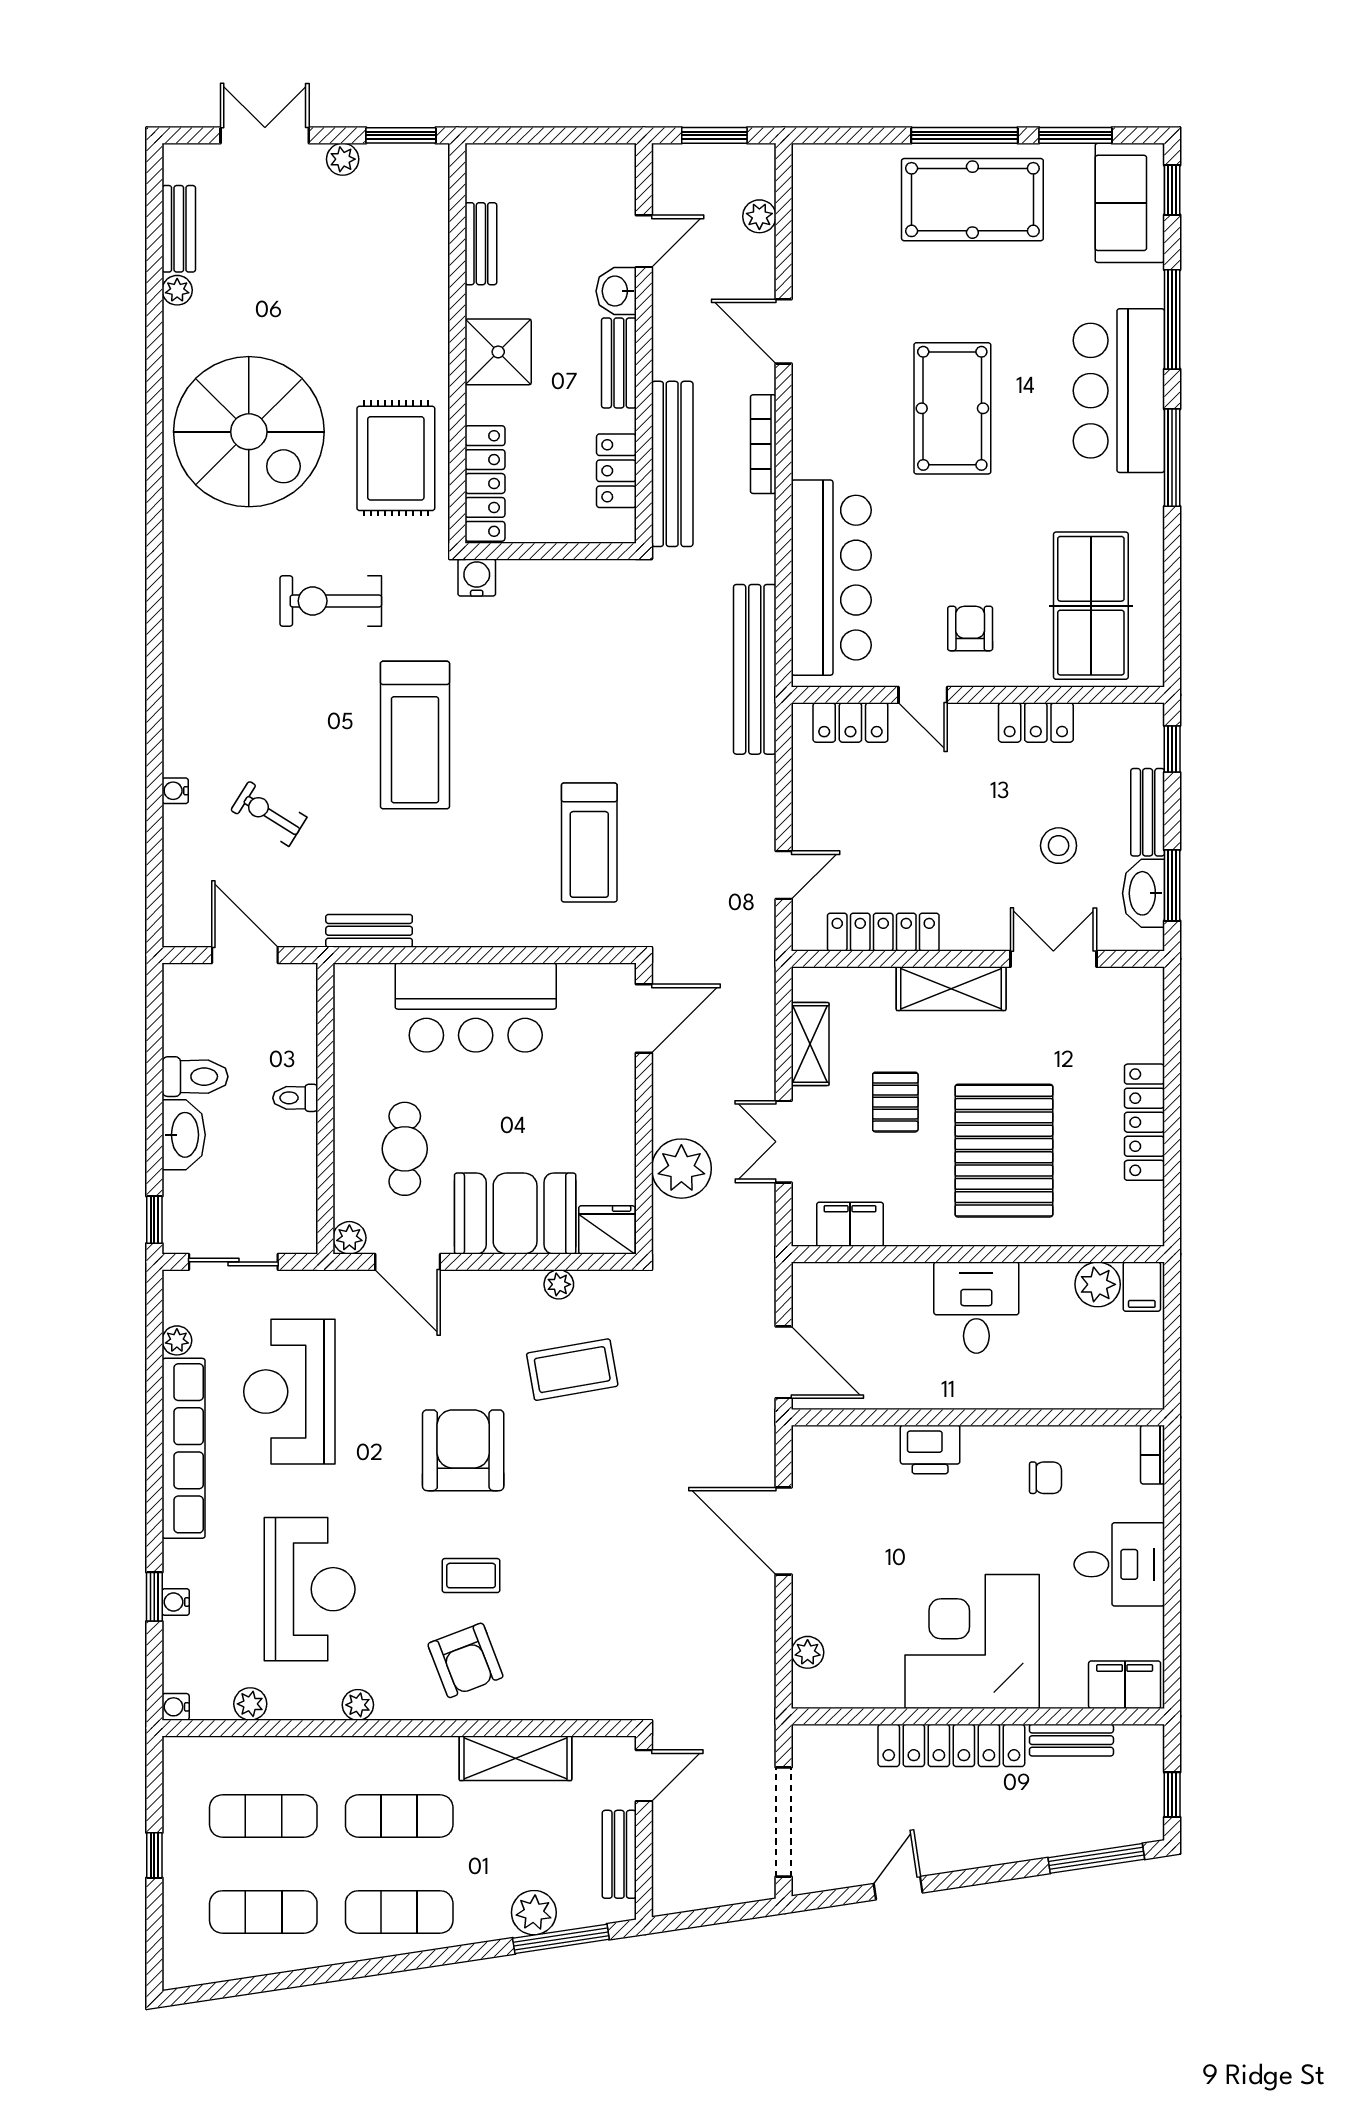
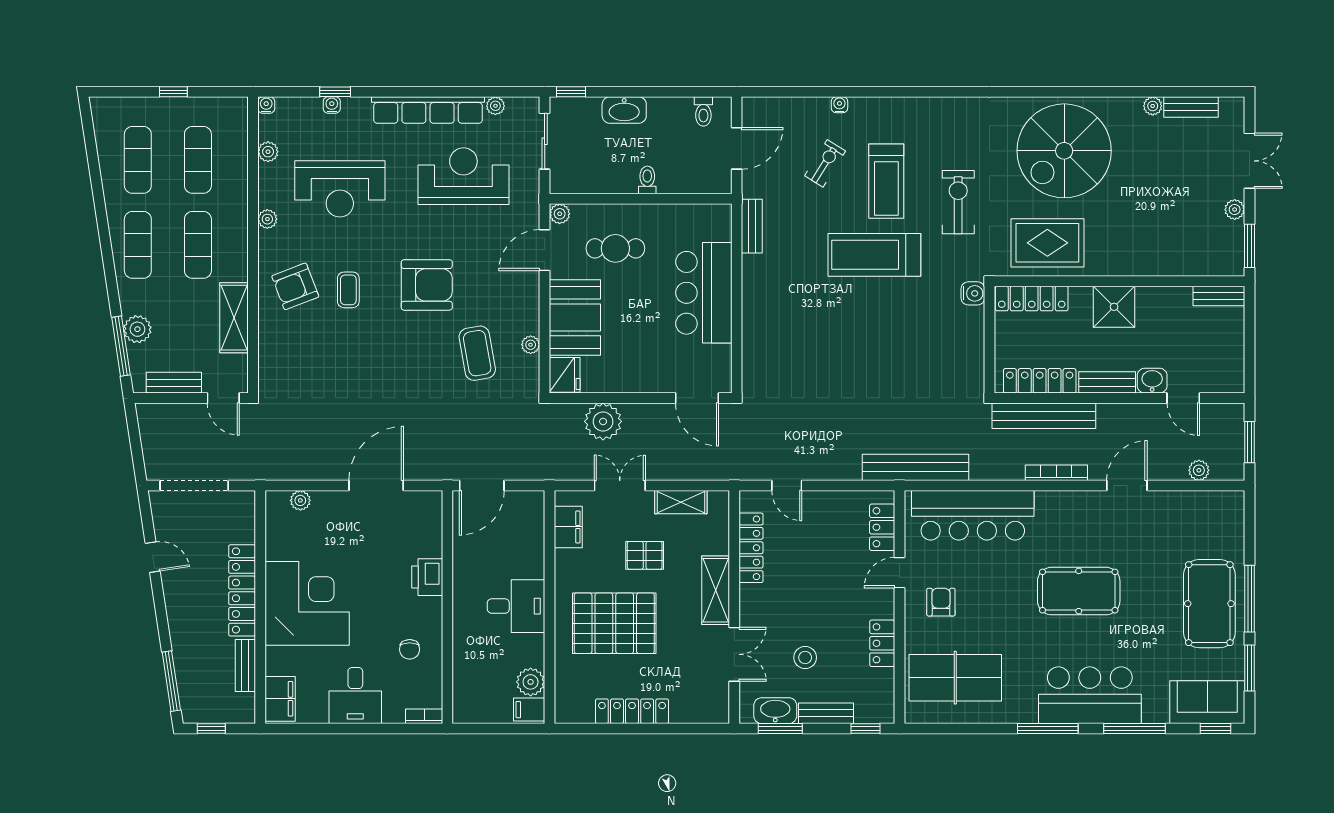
bench: (481, 244) -> (1219, 296), moved
locker: (616, 471) -> (1040, 381), width x1.53
armchair: (970, 629) -> (941, 602), turned -90
treadmill: (589, 842) -> (886, 181), moved, turned -90
toilet: (195, 1077) -> (703, 111), moved, width x0.73, depth x0.72

